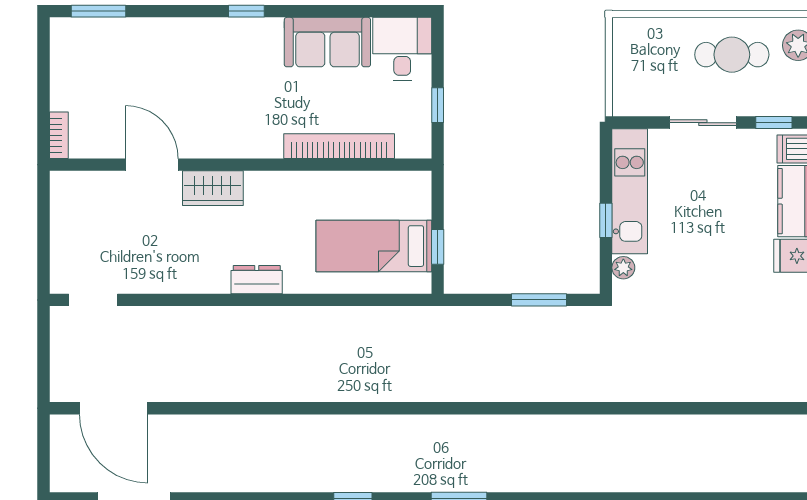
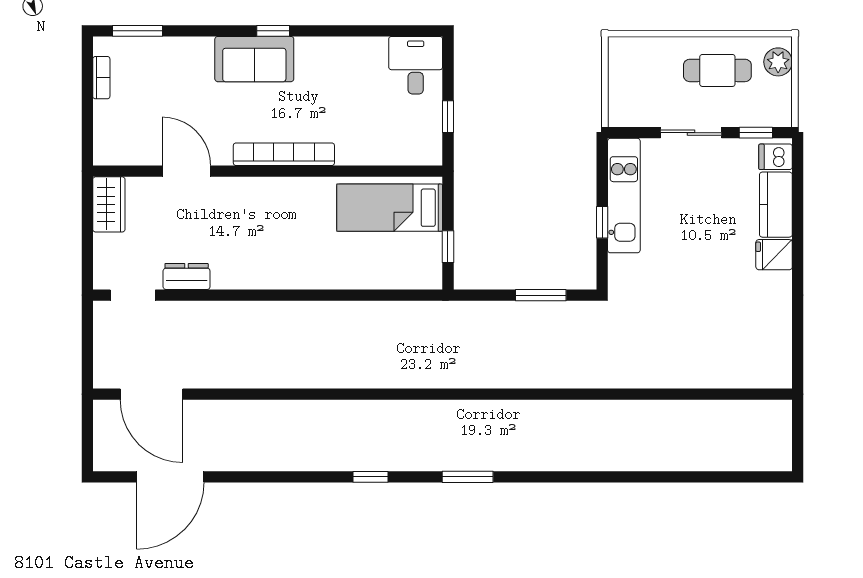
sofa: (327, 42) -> (254, 59), moved
bookcase: (59, 135) -> (101, 78), moved
bookcase: (339, 146) -> (284, 154), moved
wardrobe: (213, 188) -> (109, 204), moved, turned -90
bed: (374, 246) -> (390, 208), moved
plant: (623, 268) -> (618, 266), removed
dresser: (257, 280) -> (187, 276), moved

